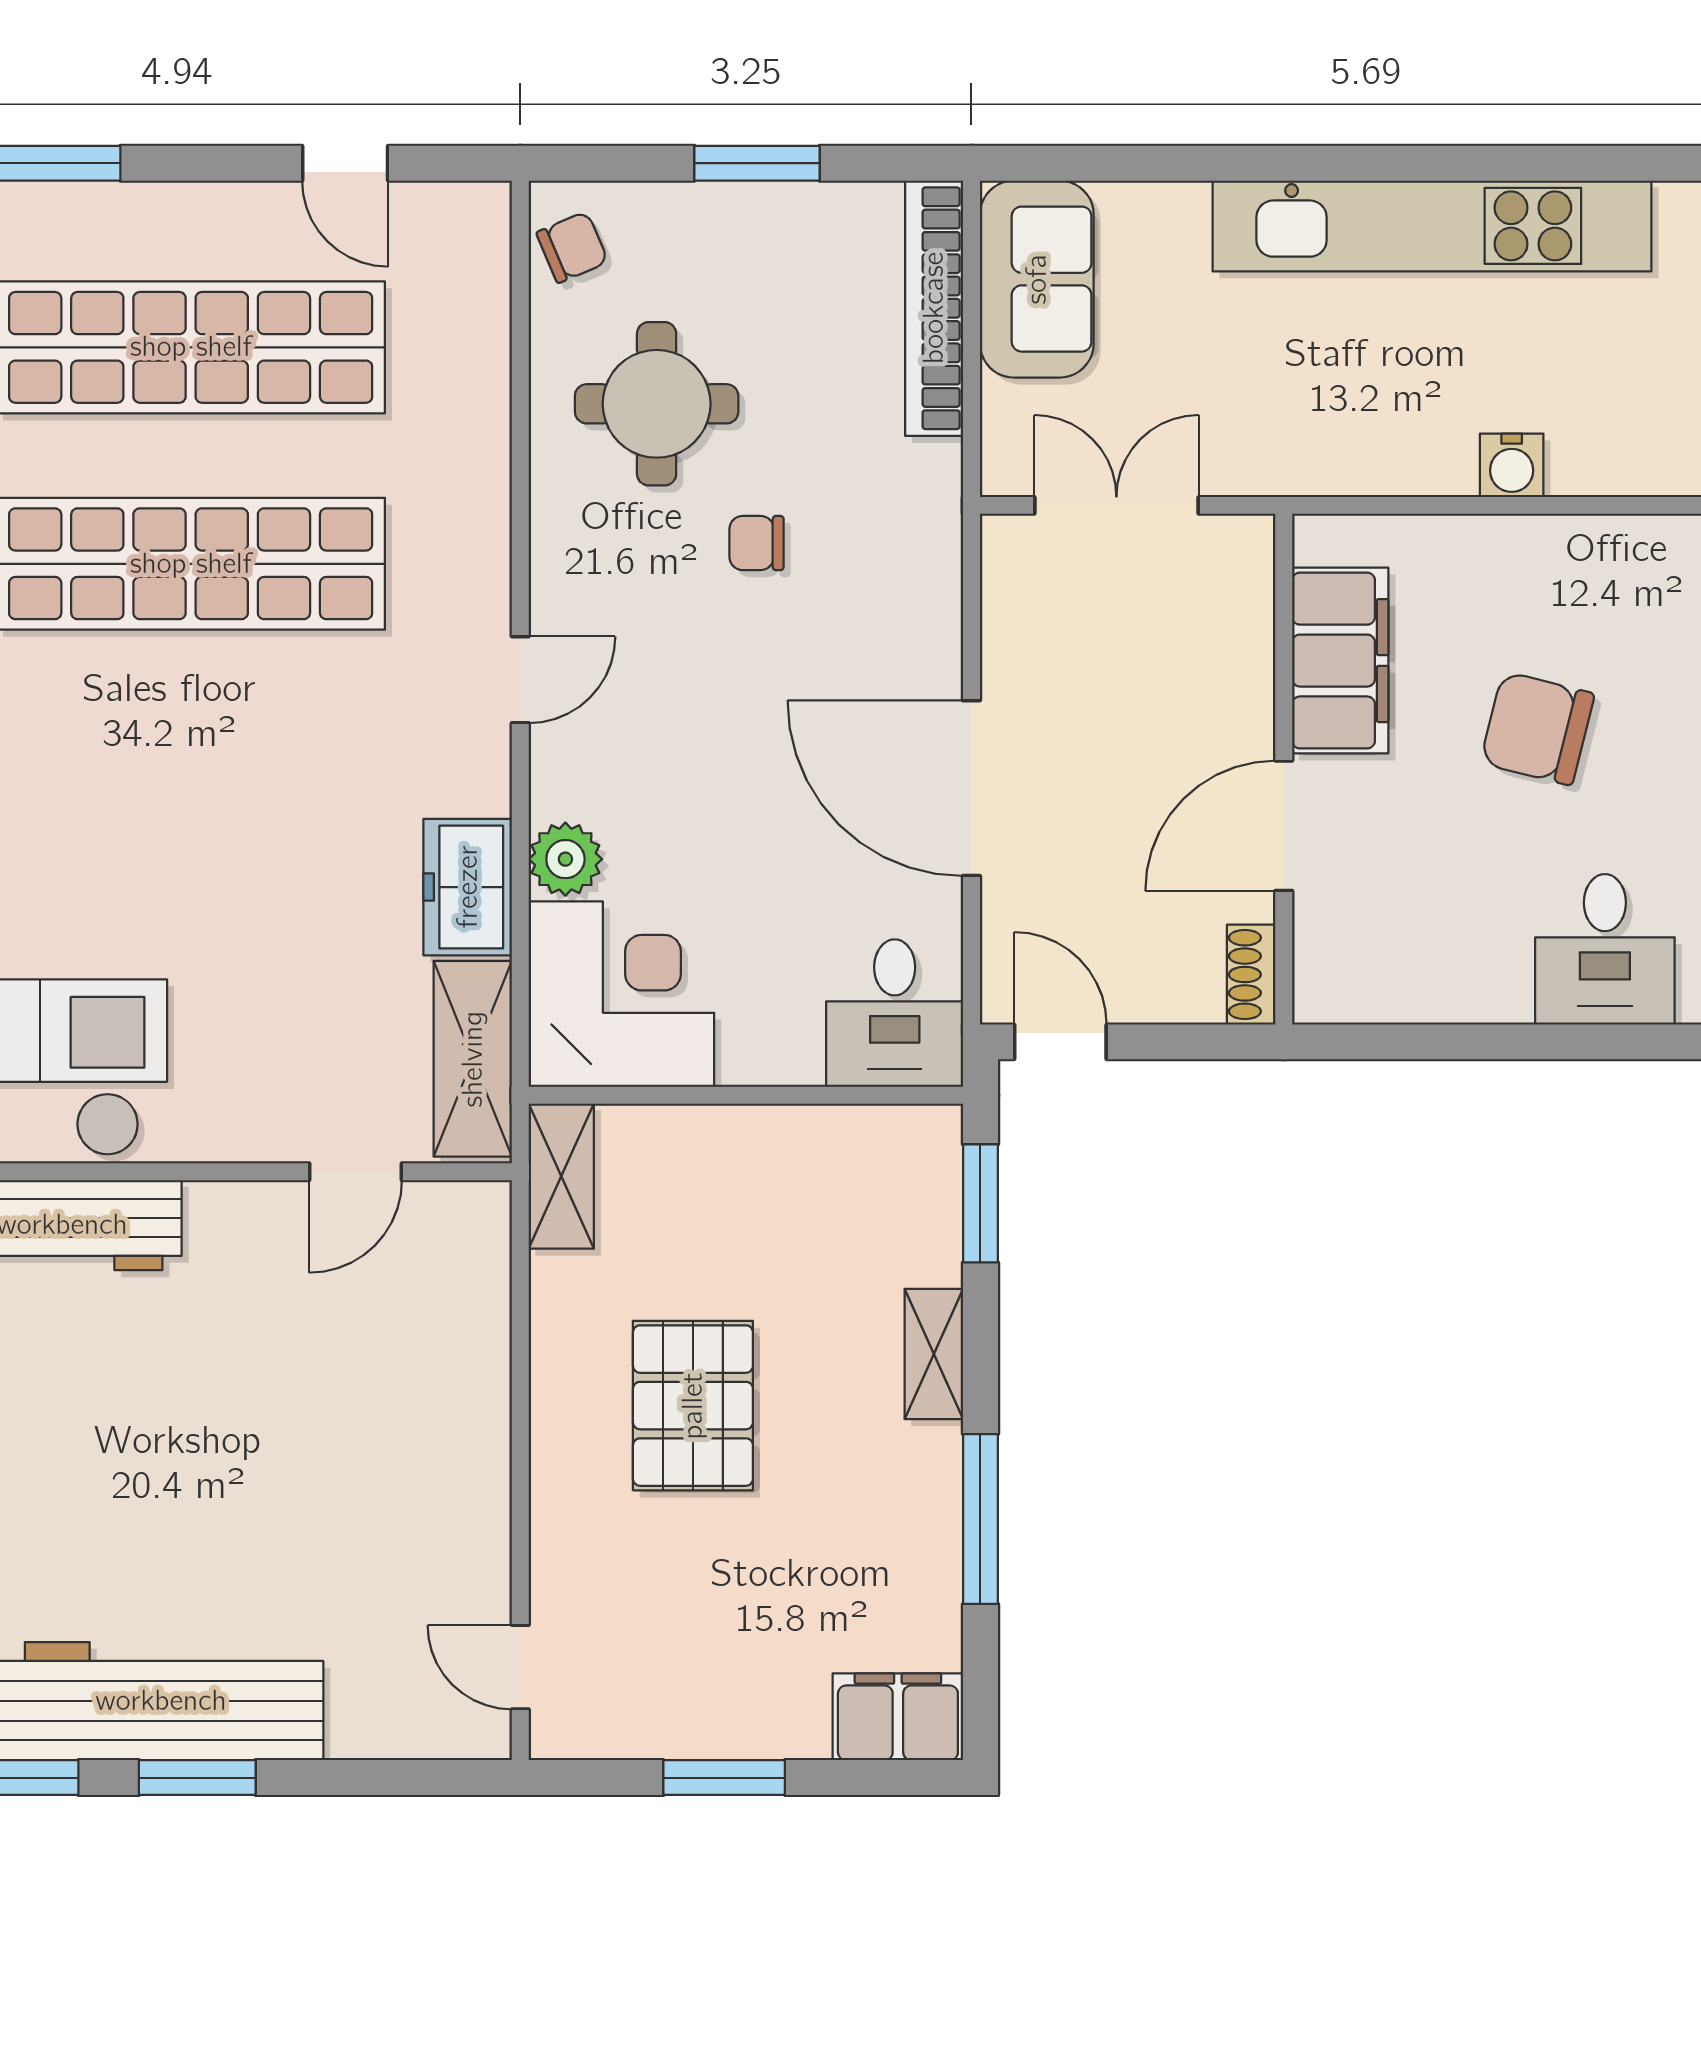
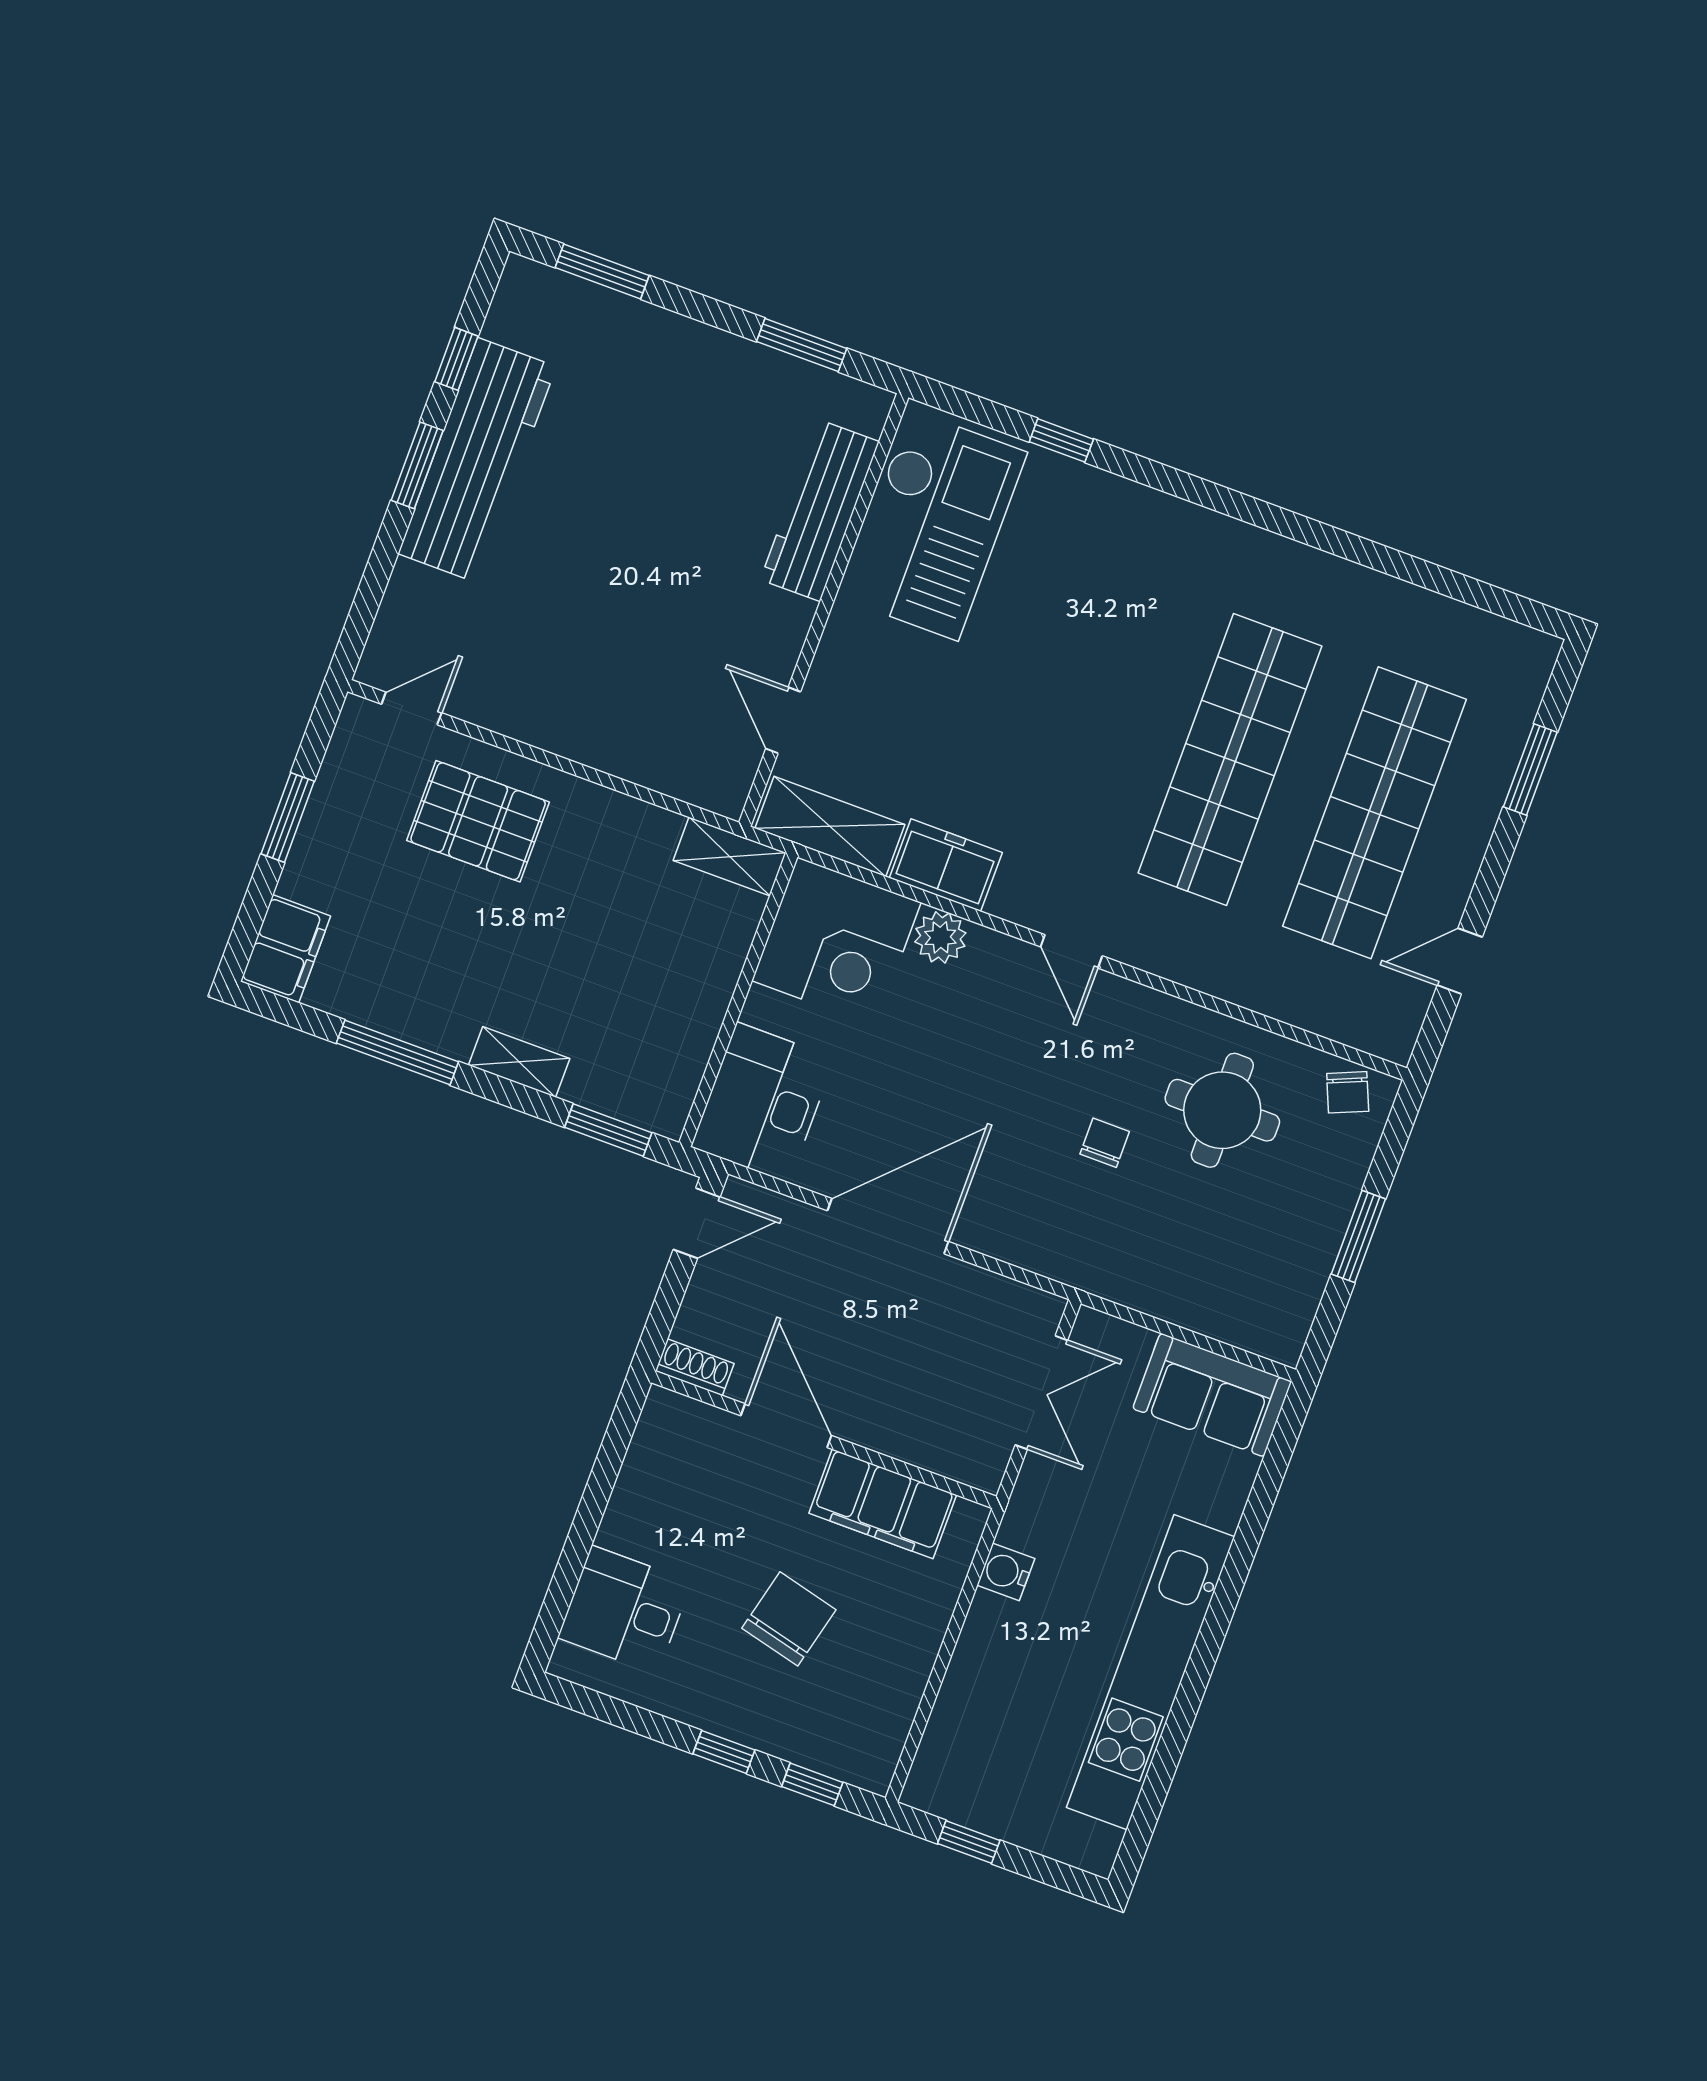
bookcase: (934, 308) -> (1218, 1319), removed
water cooler: (1512, 465) -> (1006, 1572), moved
desk: (895, 1013) -> (763, 1102), width x1.37
pallet: (693, 1406) -> (478, 821), moved

